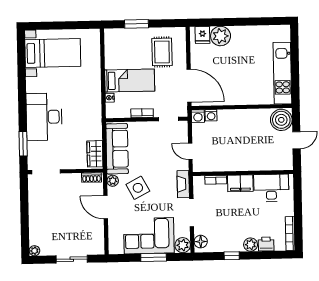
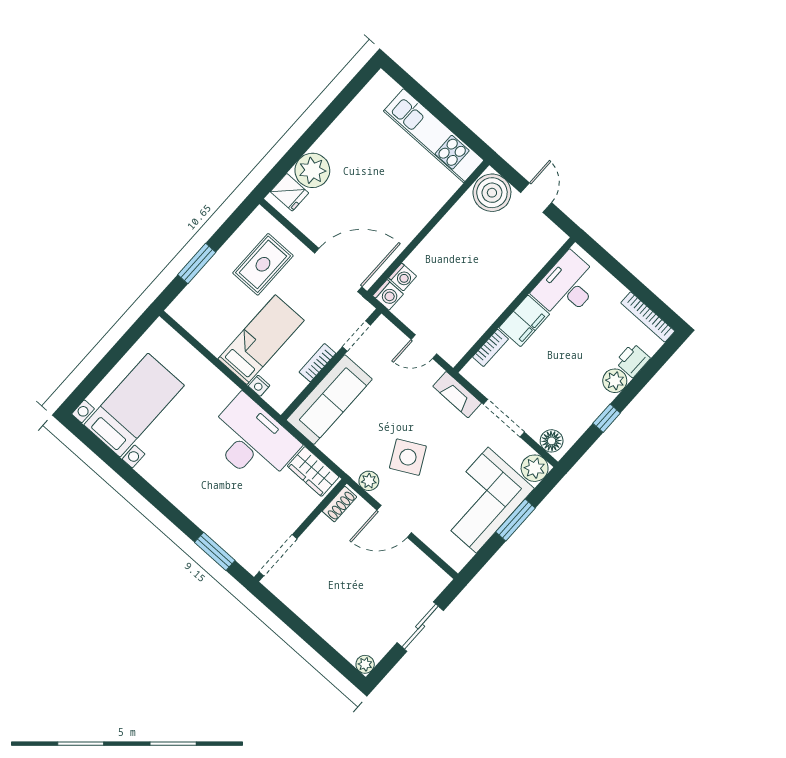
rug: (162, 52) -> (263, 264), turned 90
desk: (44, 117) -> (252, 440), moved, turned 180
sofa: (117, 149) -> (329, 400), moved, turned 90

